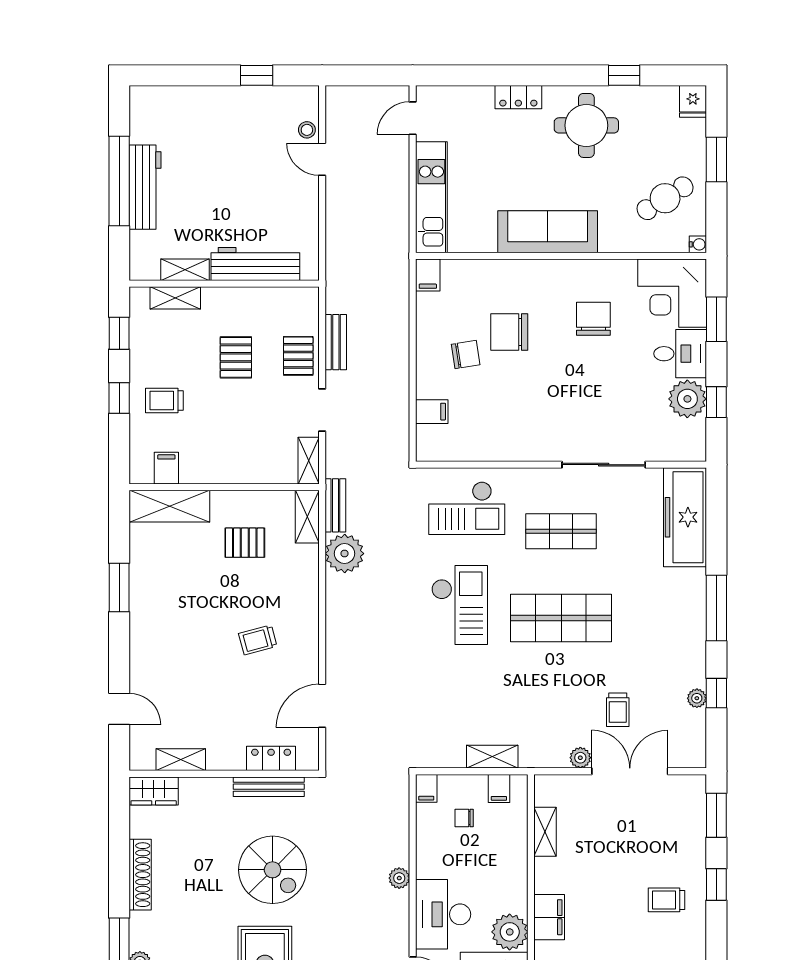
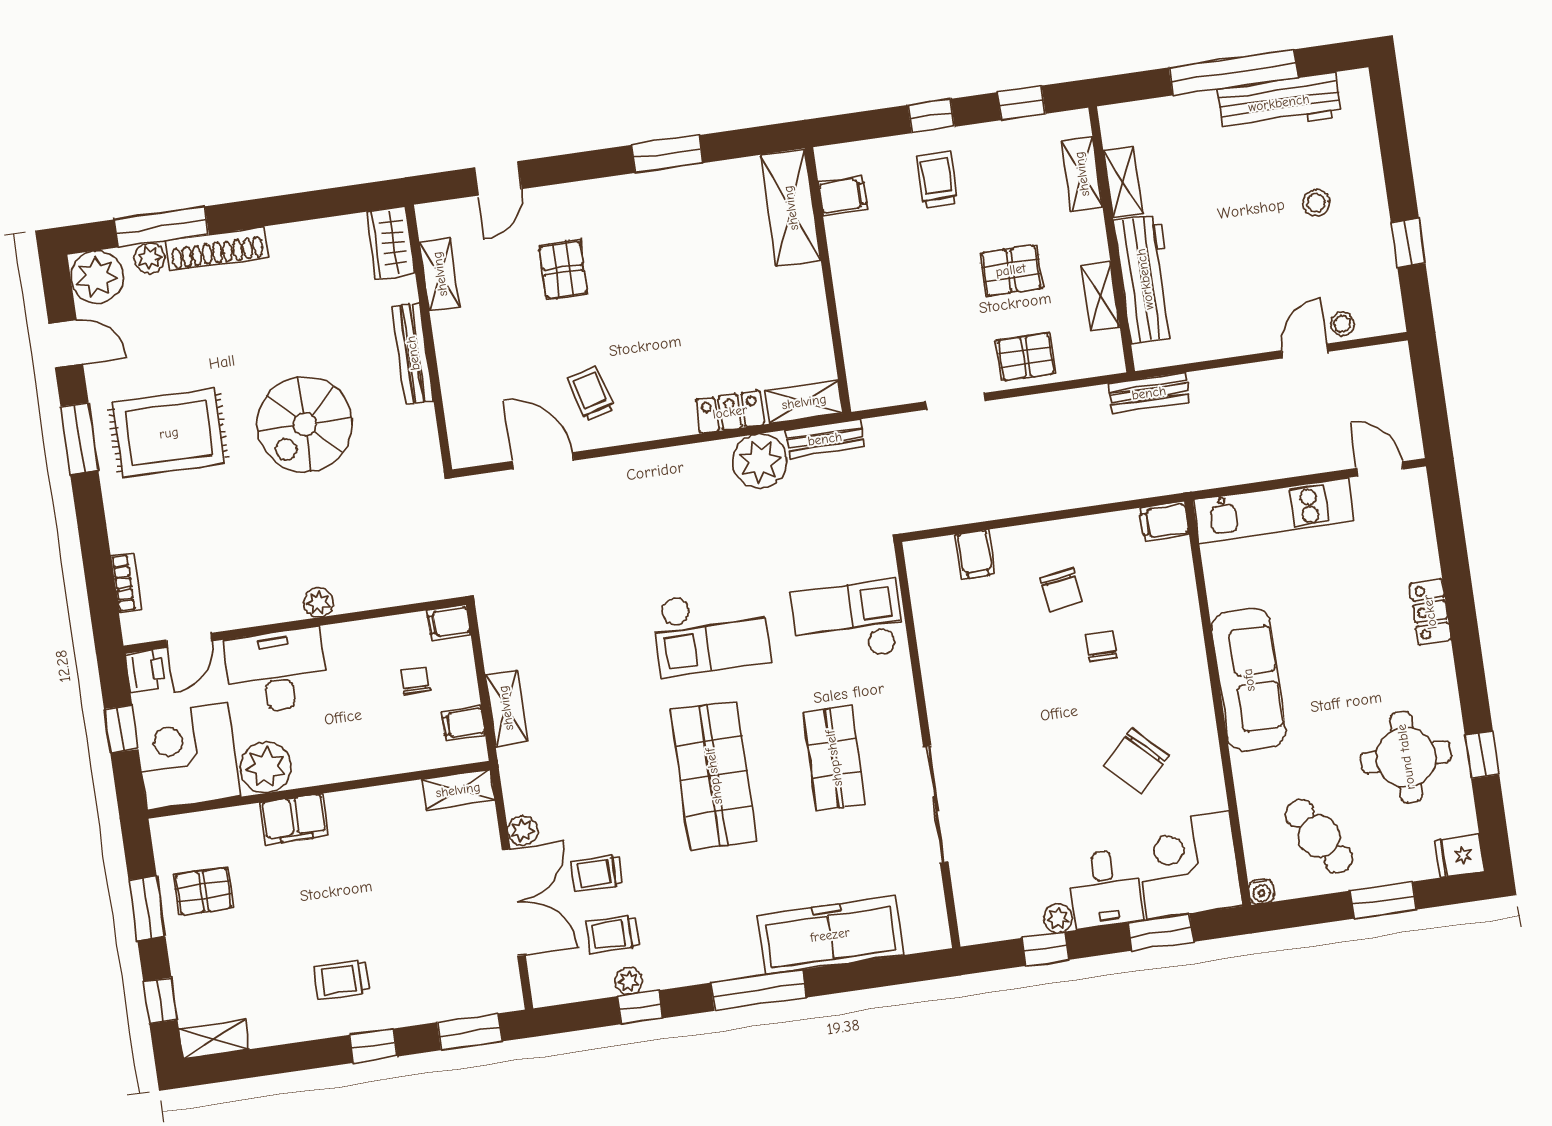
round table: (586, 125) -> (1406, 757), moved
stool: (219, 136) -> (1316, 203), added
workbench: (145, 187) -> (1279, 103), moved
chair: (593, 319) -> (1137, 761), turned 134
chair: (509, 332) -> (1101, 646), width x0.54, depth x0.54
bench: (336, 342) -> (1149, 393), moved
plant: (687, 399) -> (1058, 918), width x0.53, depth x0.53
shelving: (309, 461) -> (1101, 296), moved, turned 90
checkout: (467, 508) -> (847, 622), turned 90
freezer: (685, 517) -> (830, 935), moved
pallet: (245, 543) -> (563, 270), moved
trolley: (258, 640) -> (591, 394), moved
trolley: (662, 705) -> (612, 935), added
locker: (271, 758) -> (730, 412), moved, turned -90
bench: (269, 787) -> (413, 353), moved
shelving: (545, 832) -> (458, 790), moved
shoe rack: (140, 875) -> (217, 249), moved
trolley: (667, 900) -> (342, 979), turned -90

